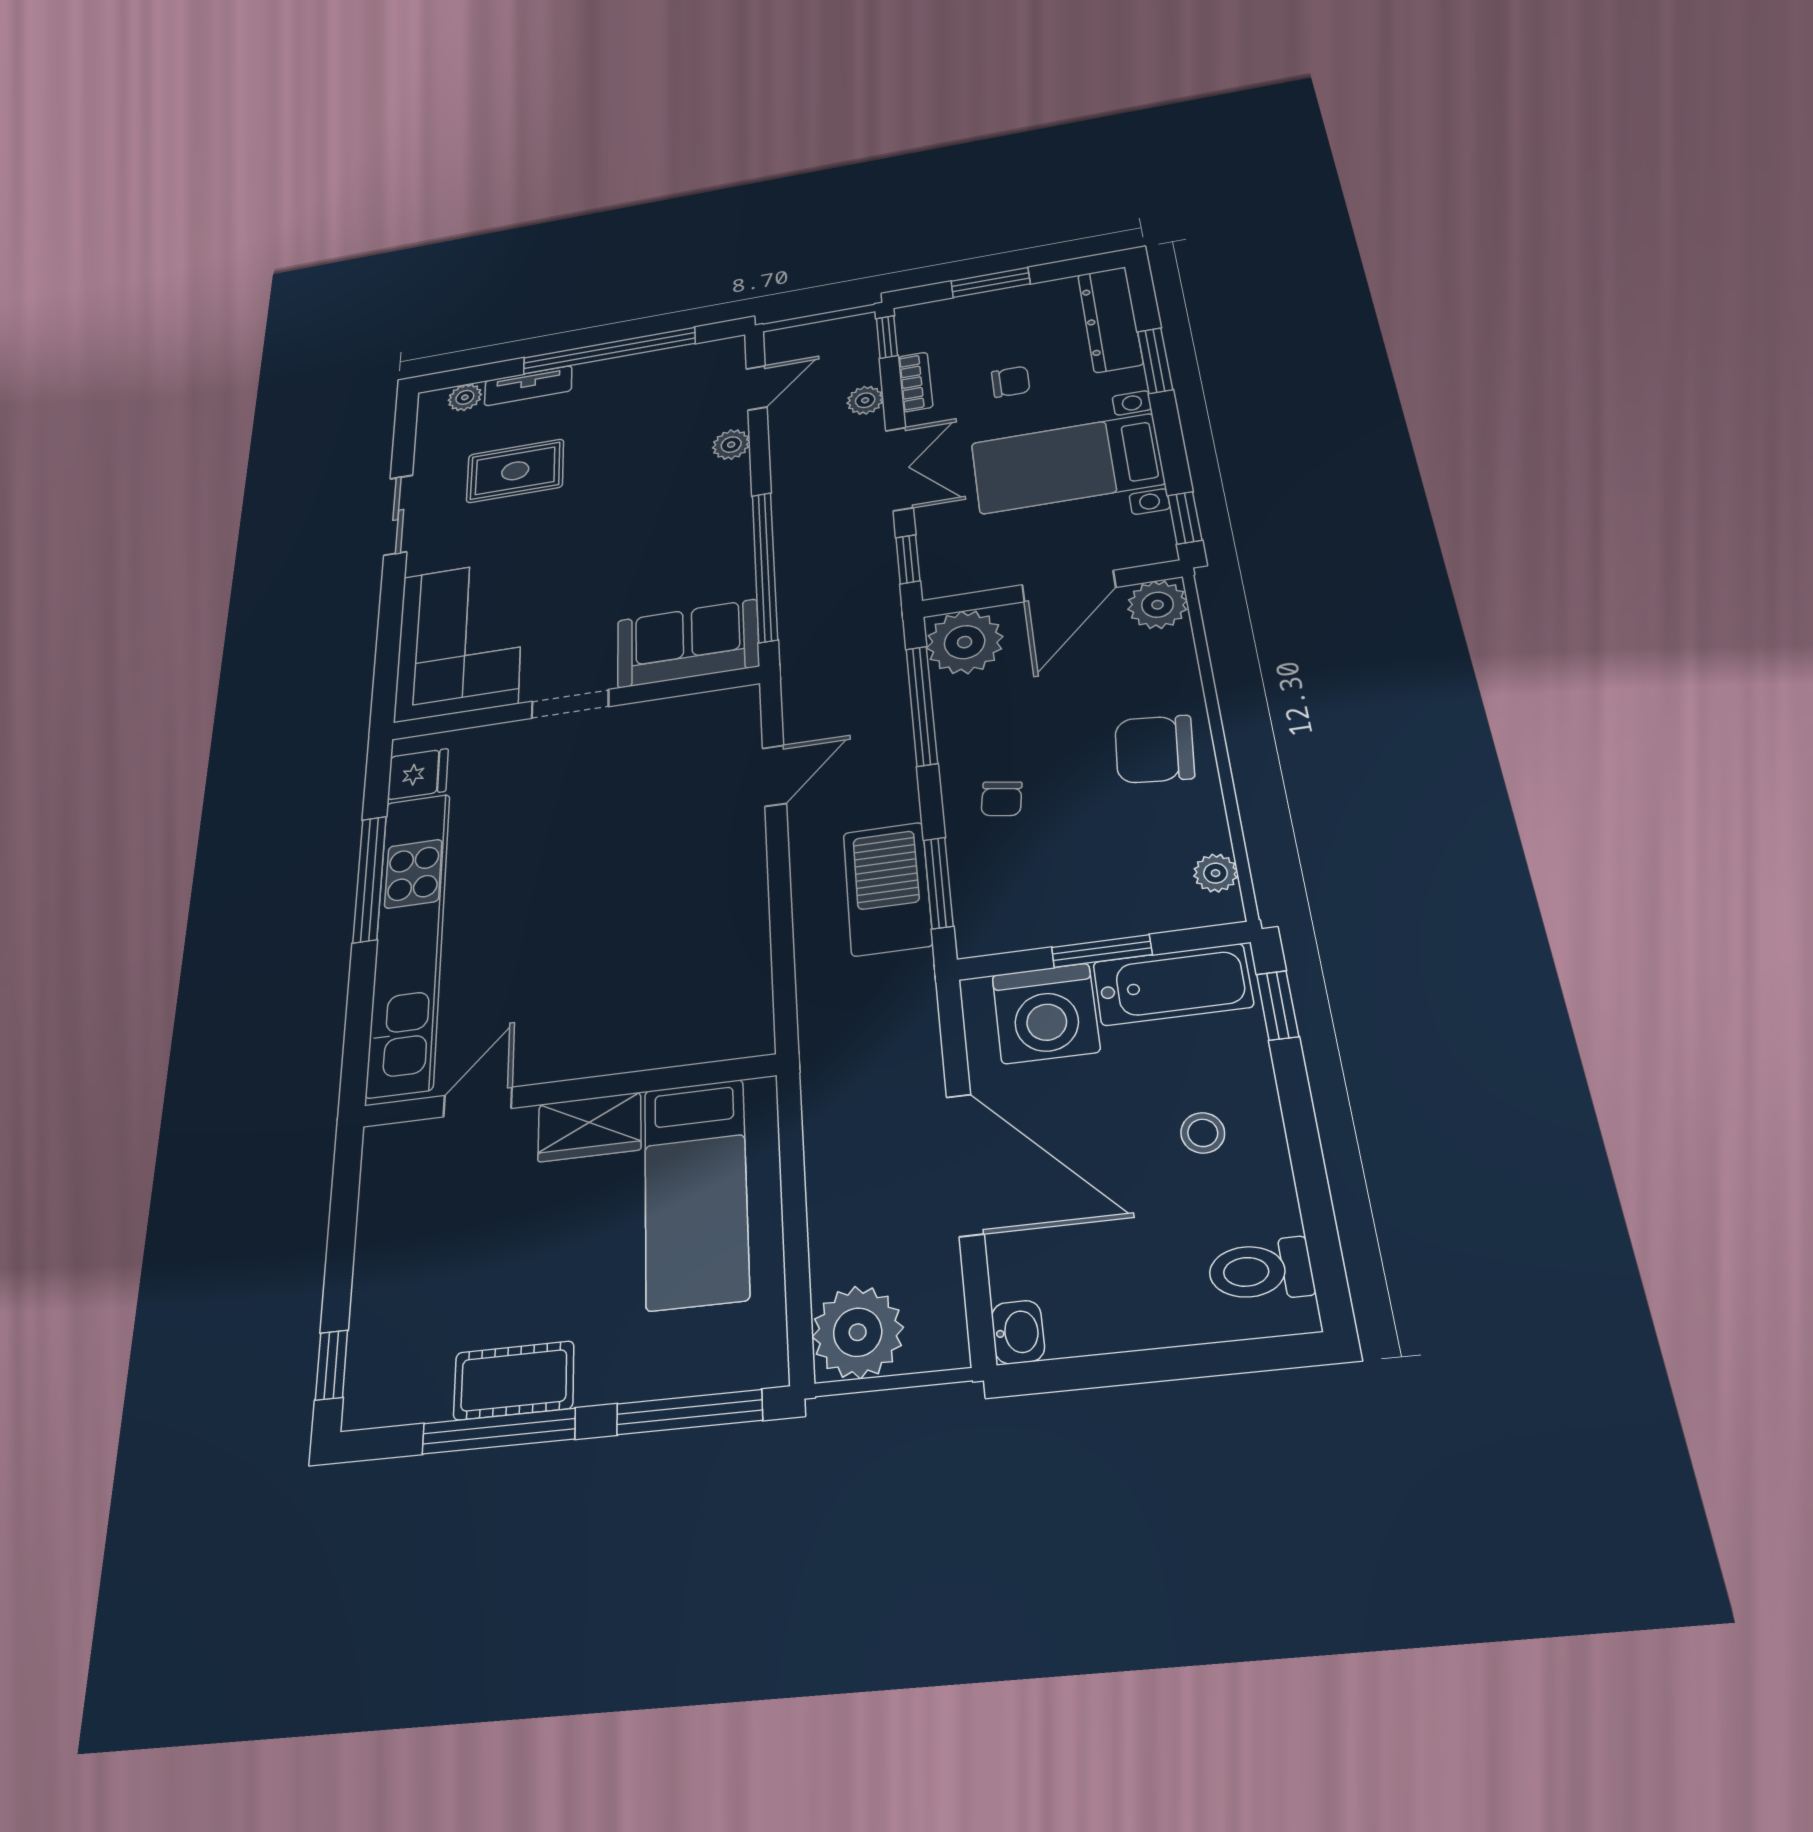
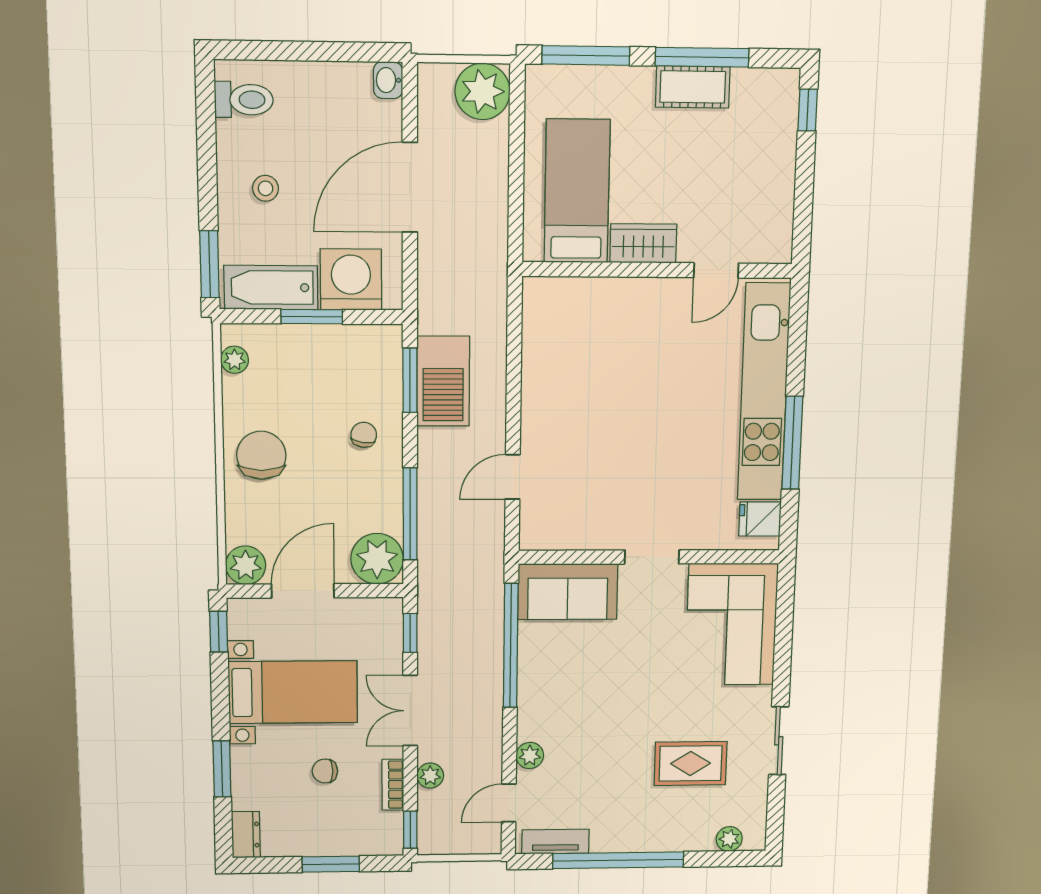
dresser: (1110, 319) -> (246, 835), width x0.51, depth x0.80
tv unit: (528, 386) -> (555, 842), moved
chair: (1154, 749) -> (261, 455), turned -95
window: (1278, 1005) -> (210, 264), width x1.50
door: (965, 1164) -> (410, 187), hinge flipped

